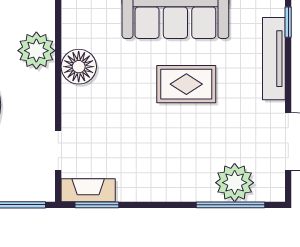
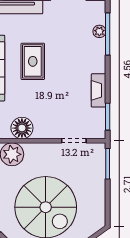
plant: (235, 183) -> (99, 31), width x0.53, depth x0.53
fireplace: (88, 190) -> (99, 90), moved

